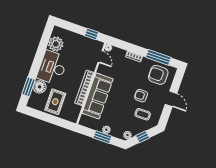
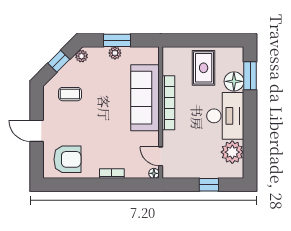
window: (92, 34) -> (209, 185), moved
window: (158, 57) -> (76, 185), removed
armchair: (141, 96) -> (82, 120), removed

